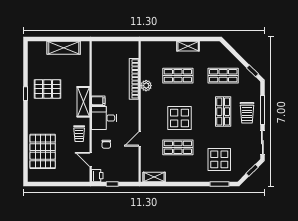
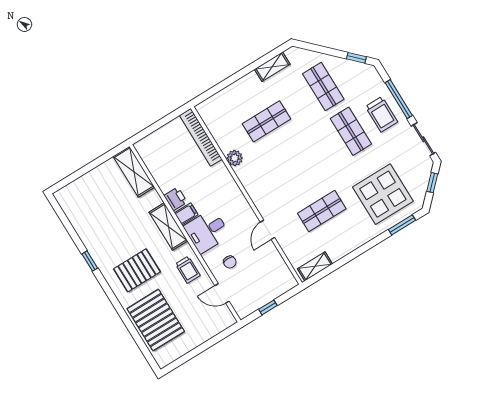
shelving: (188, 46) -> (272, 67), moved
shelving: (64, 48) -> (134, 172), moved, turned 90
shop shelf: (223, 76) -> (323, 86), turned 90
bookcase: (134, 79) -> (201, 137), moved
pallet: (48, 89) -> (137, 270), moved
display table: (179, 118) -> (301, 173), removed
display table: (219, 159) -> (383, 194), width x1.36, depth x1.36
printer: (97, 176) -> (175, 199), moved

